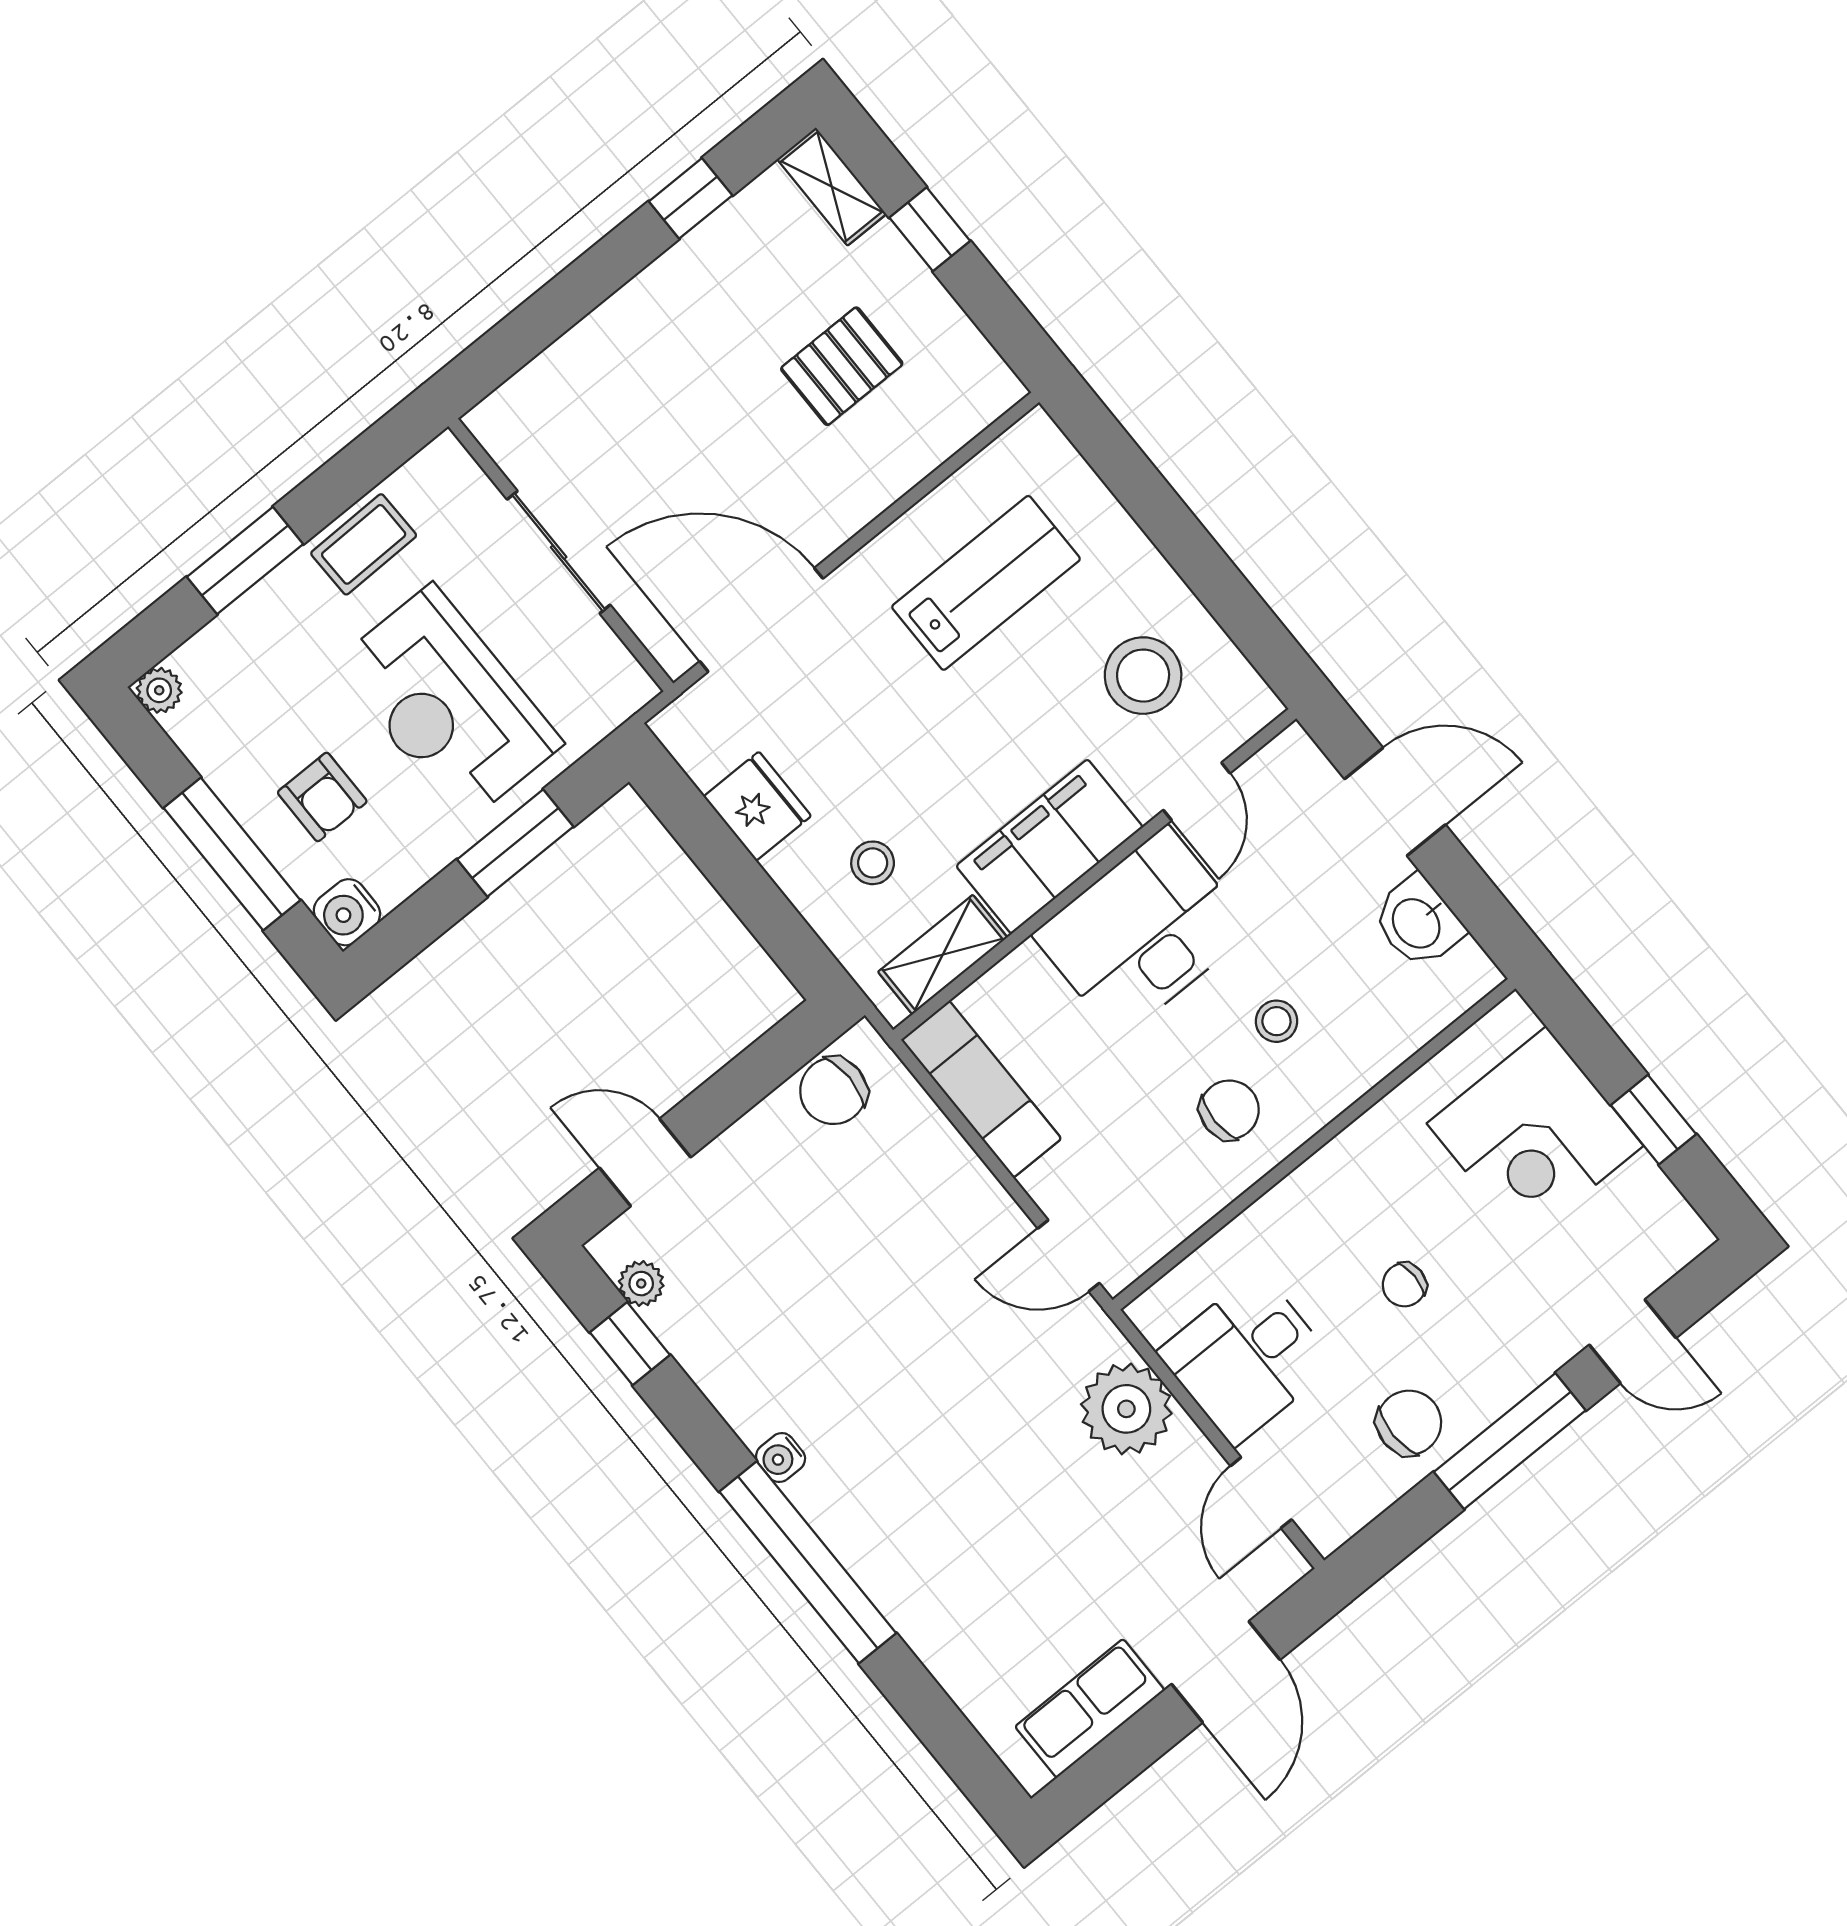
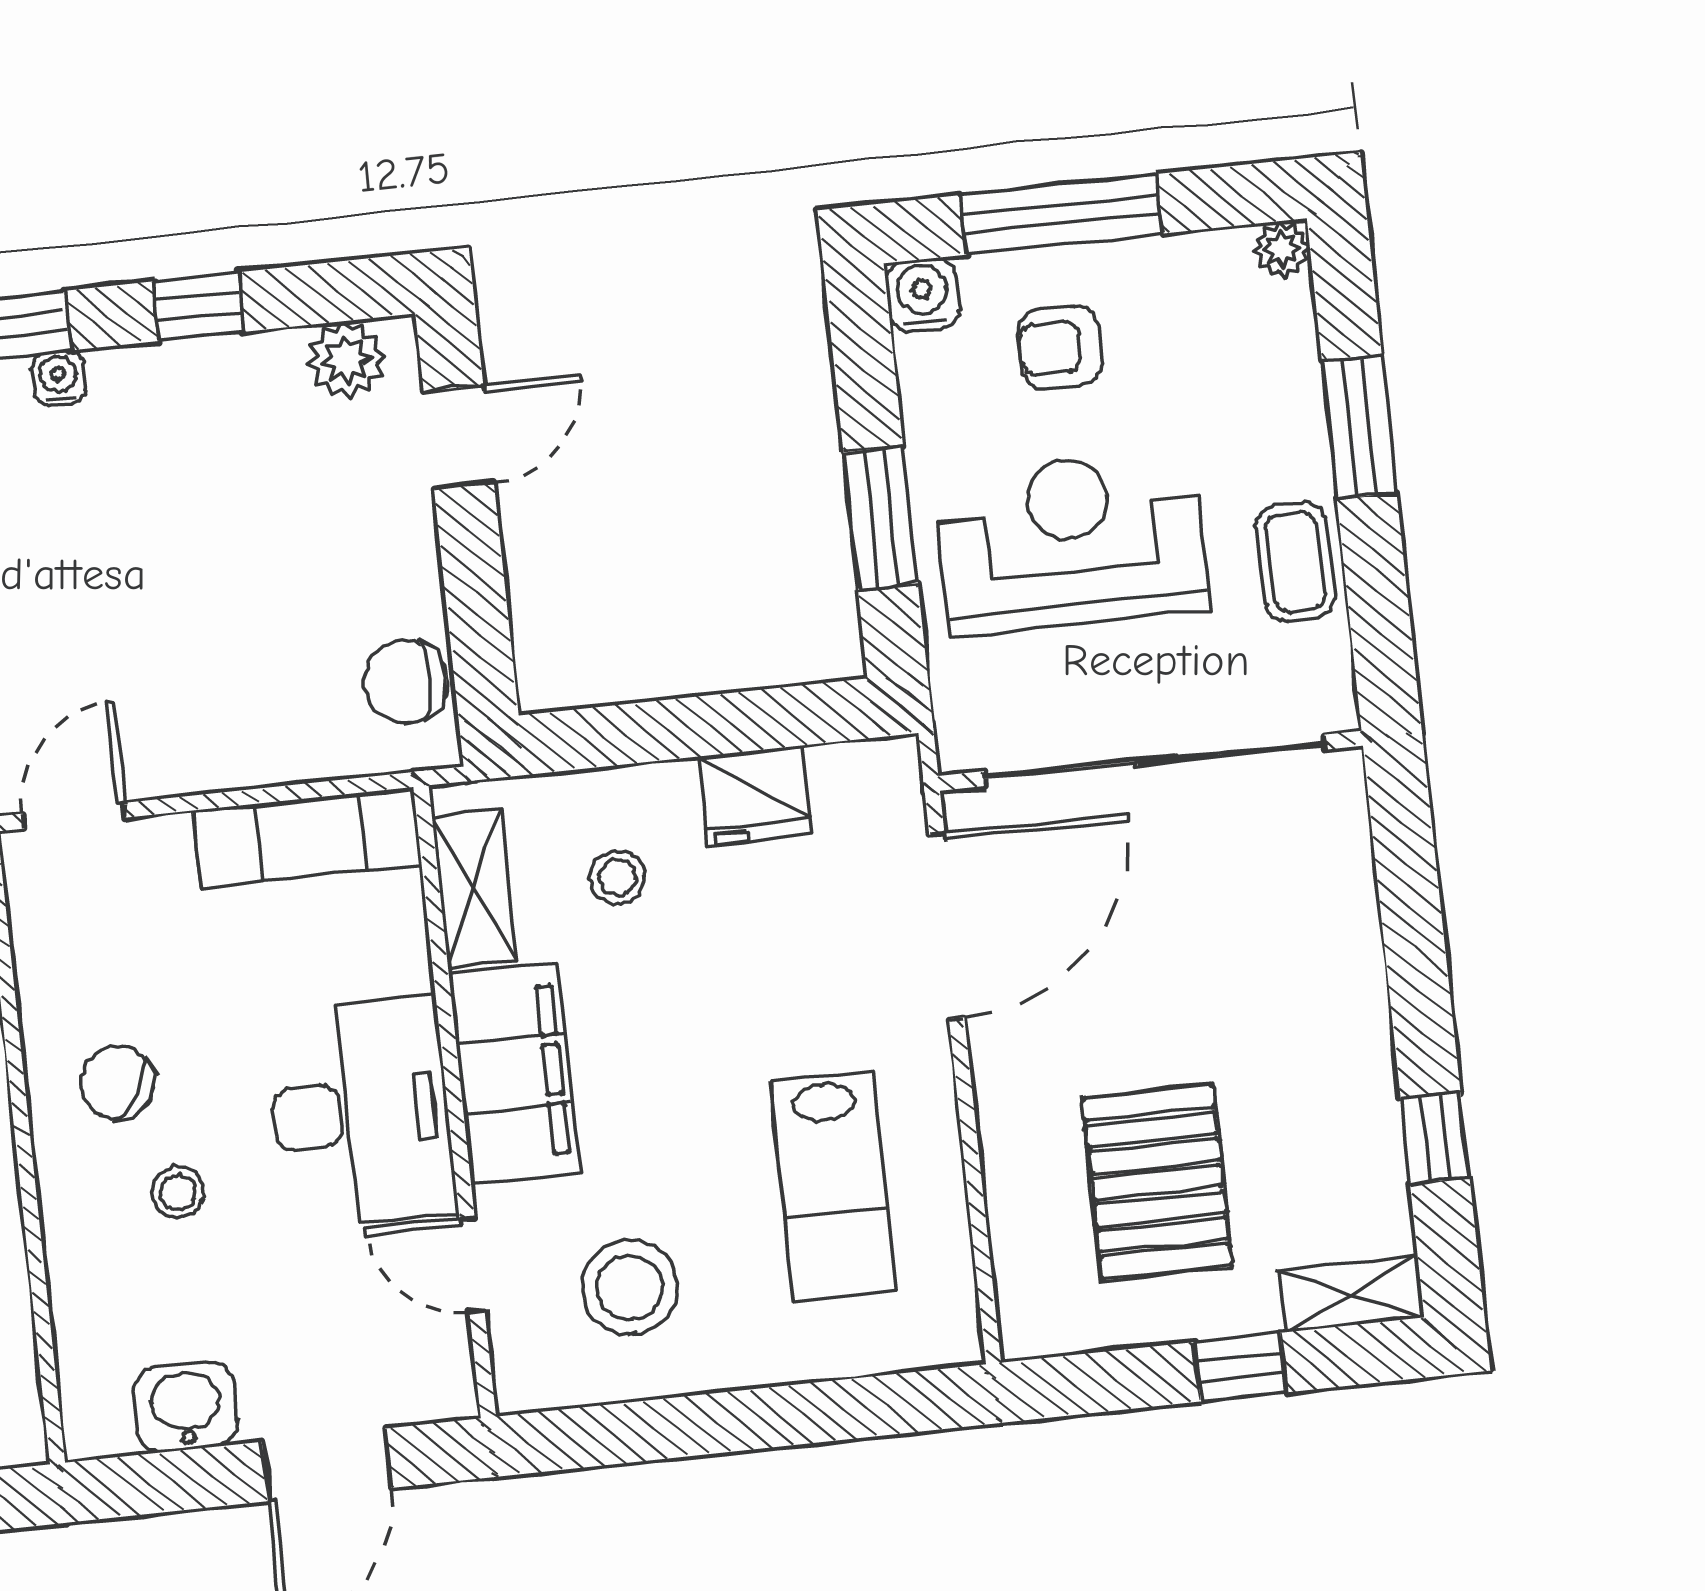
pallet: (842, 366) -> (1157, 1182), width x1.50, depth x1.42
sliding door: (559, 552) -> (1155, 760), width x1.86
chair: (833, 1091) -> (406, 682), turned -90
chair: (1229, 1110) -> (117, 1083), turned 123
plant: (641, 1284) -> (347, 360), width x1.38, depth x1.38
window: (630, 1344) -> (198, 307), moved

